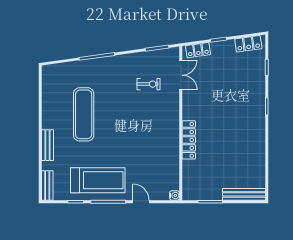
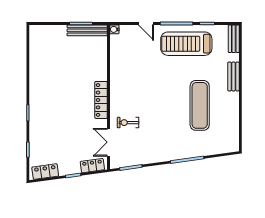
exercise bike: (149, 84) -> (128, 123), moved
locker: (189, 140) -> (101, 100), moved
bench: (244, 194) -> (87, 30), moved

